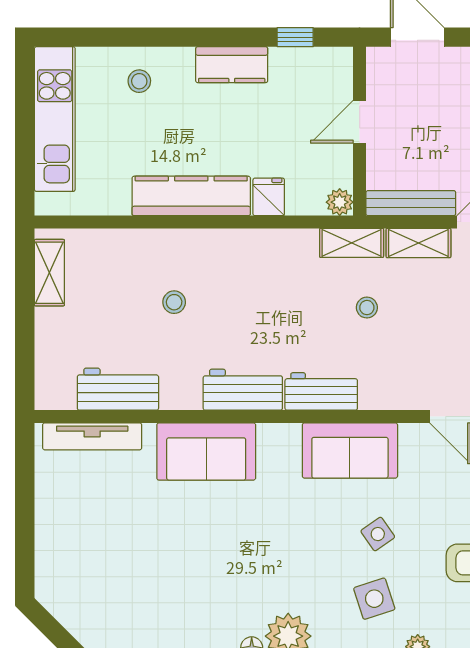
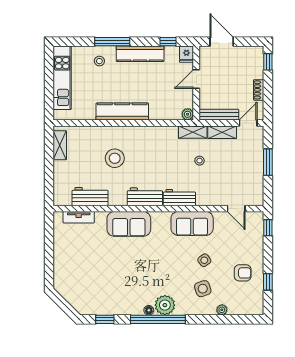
window: (169, 37) -> (112, 42), added
kitchen counter: (232, 65) -> (140, 54), width x1.50
fridge: (269, 197) -> (187, 54), moved, turned 180
stool: (174, 302) -> (115, 158), width x1.89, depth x1.89
tv unit: (92, 436) -> (79, 217), width x0.71

